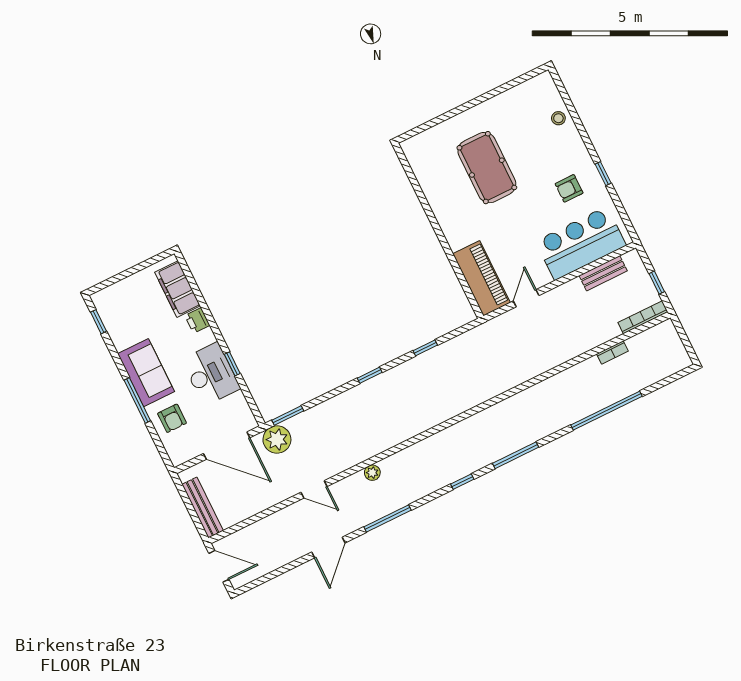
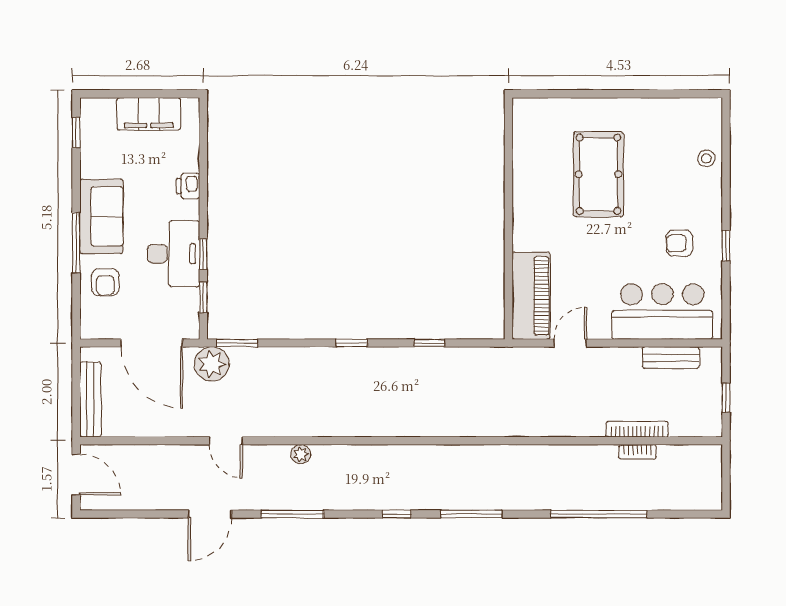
filing cabinet: (177, 289) -> (149, 114), moved, turned -90
bookcase: (643, 317) -> (637, 429), moved
window: (247, 395) -> (203, 297), added

